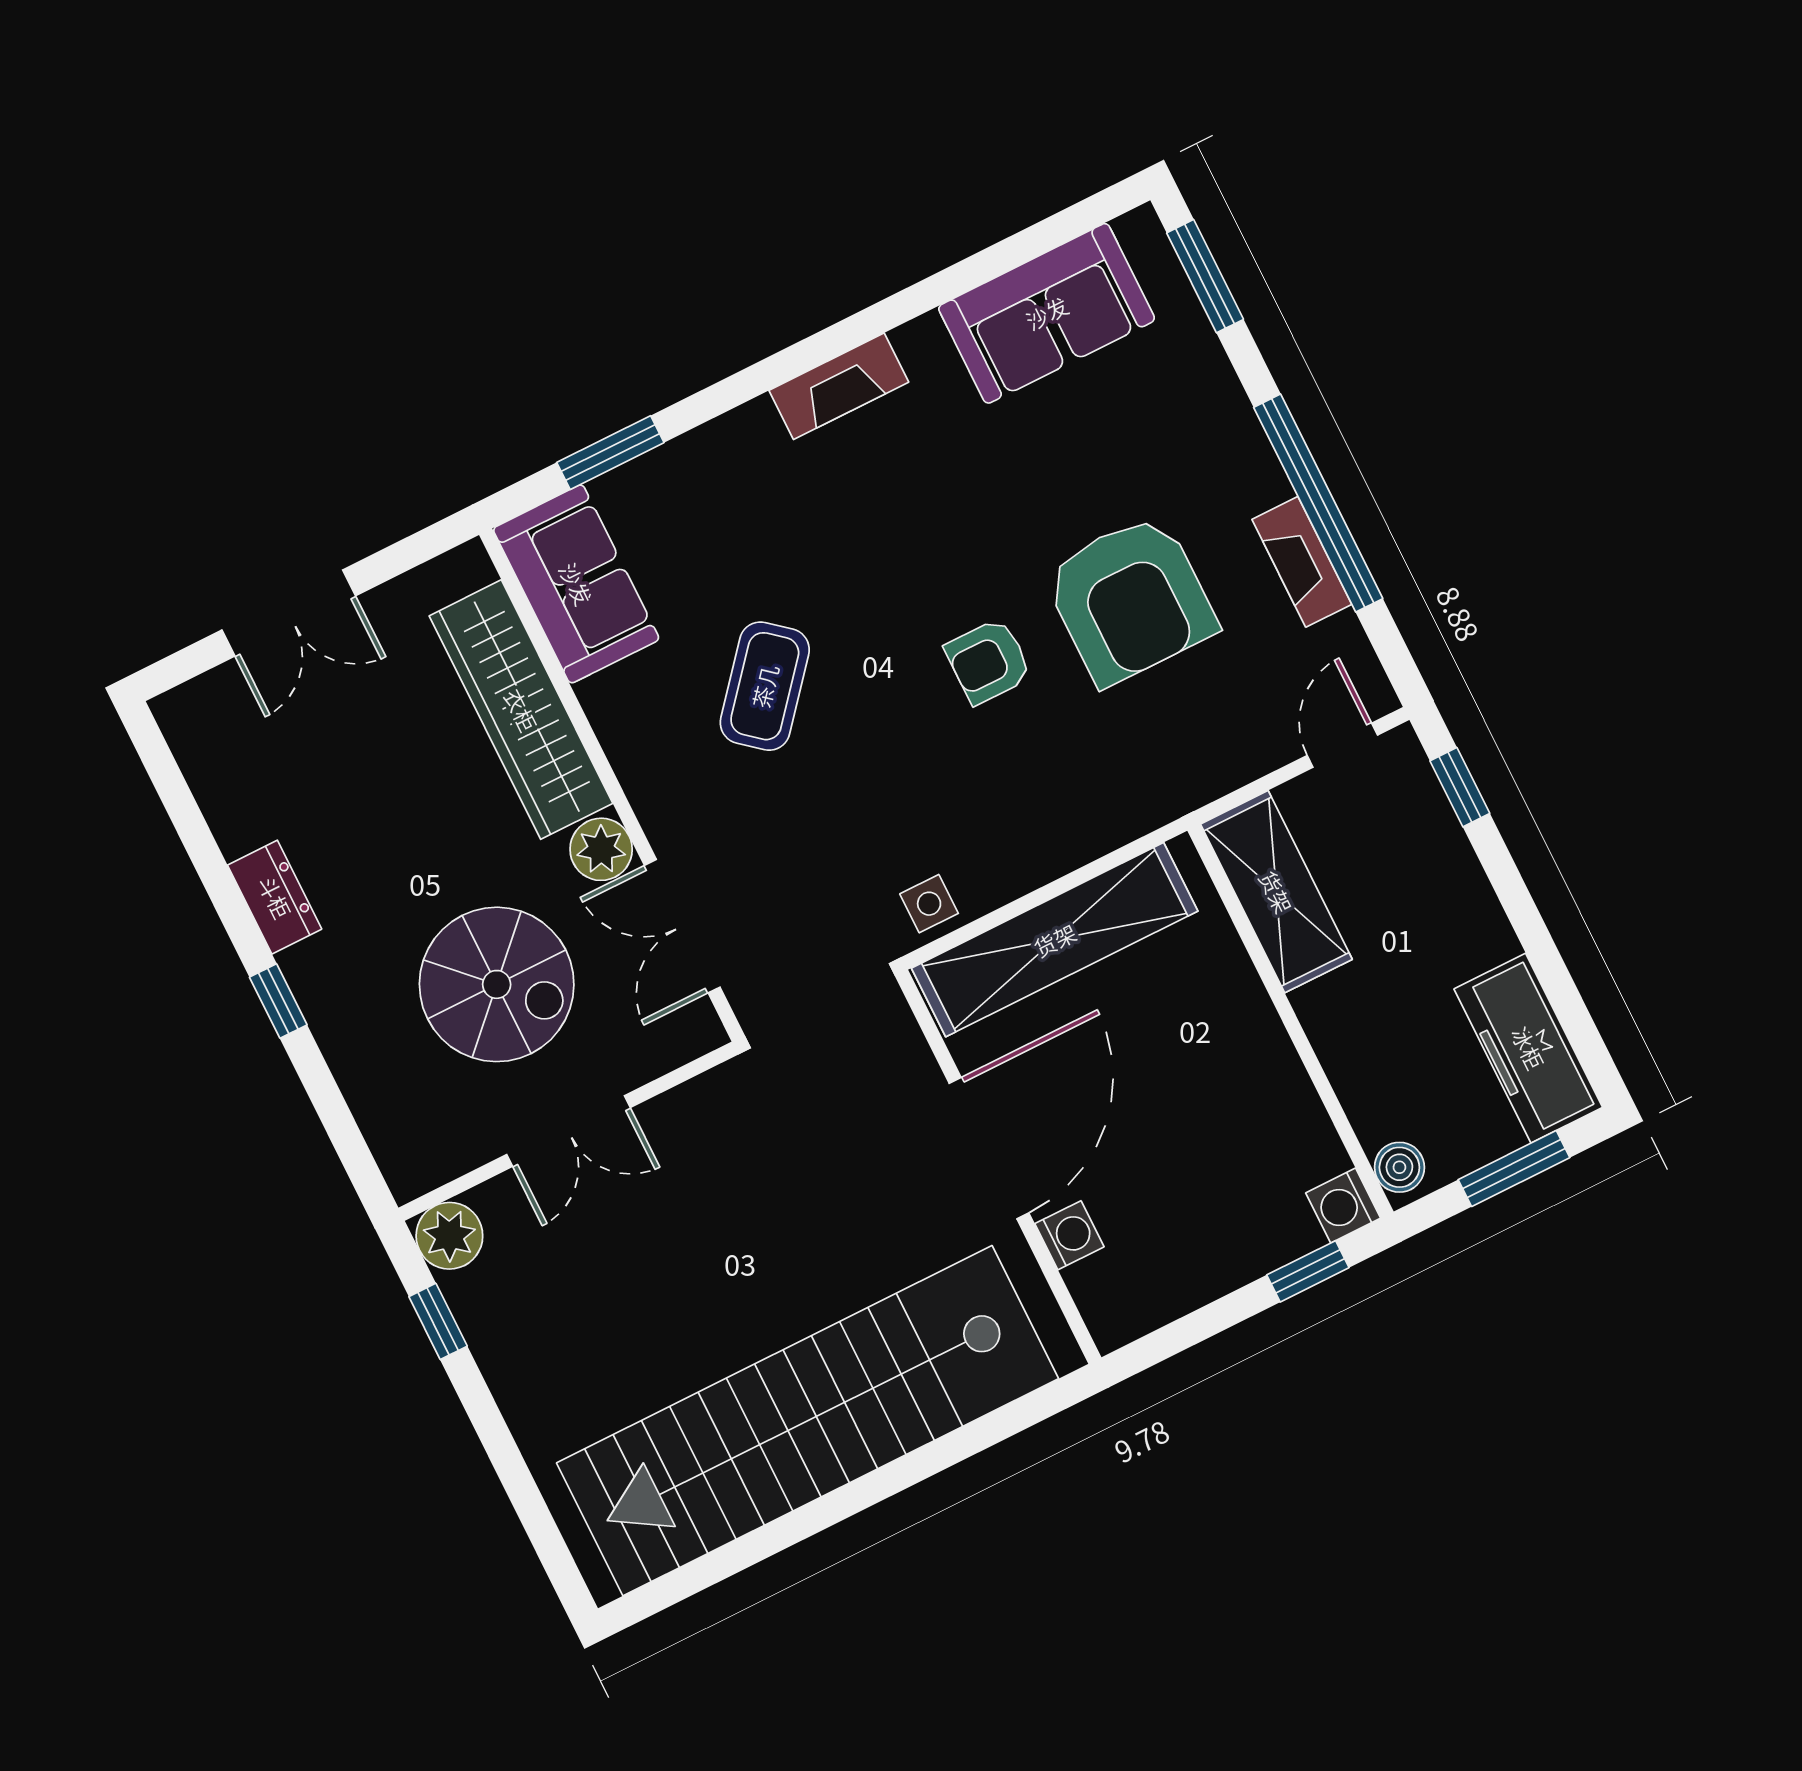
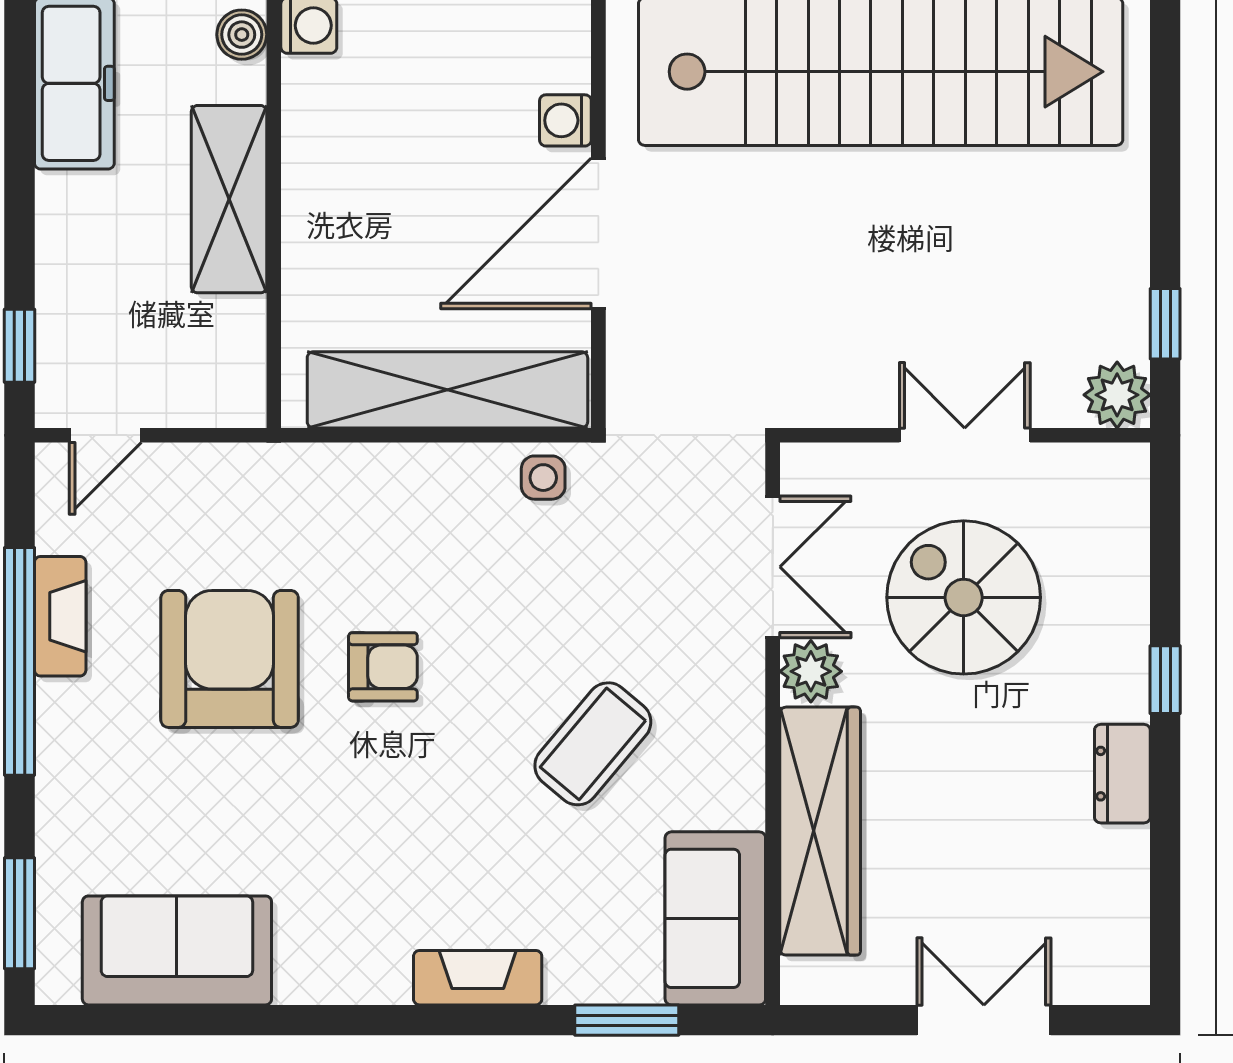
fireplace: (839, 386) -> (478, 978), moved
shelving: (1276, 892) -> (229, 199), moved

